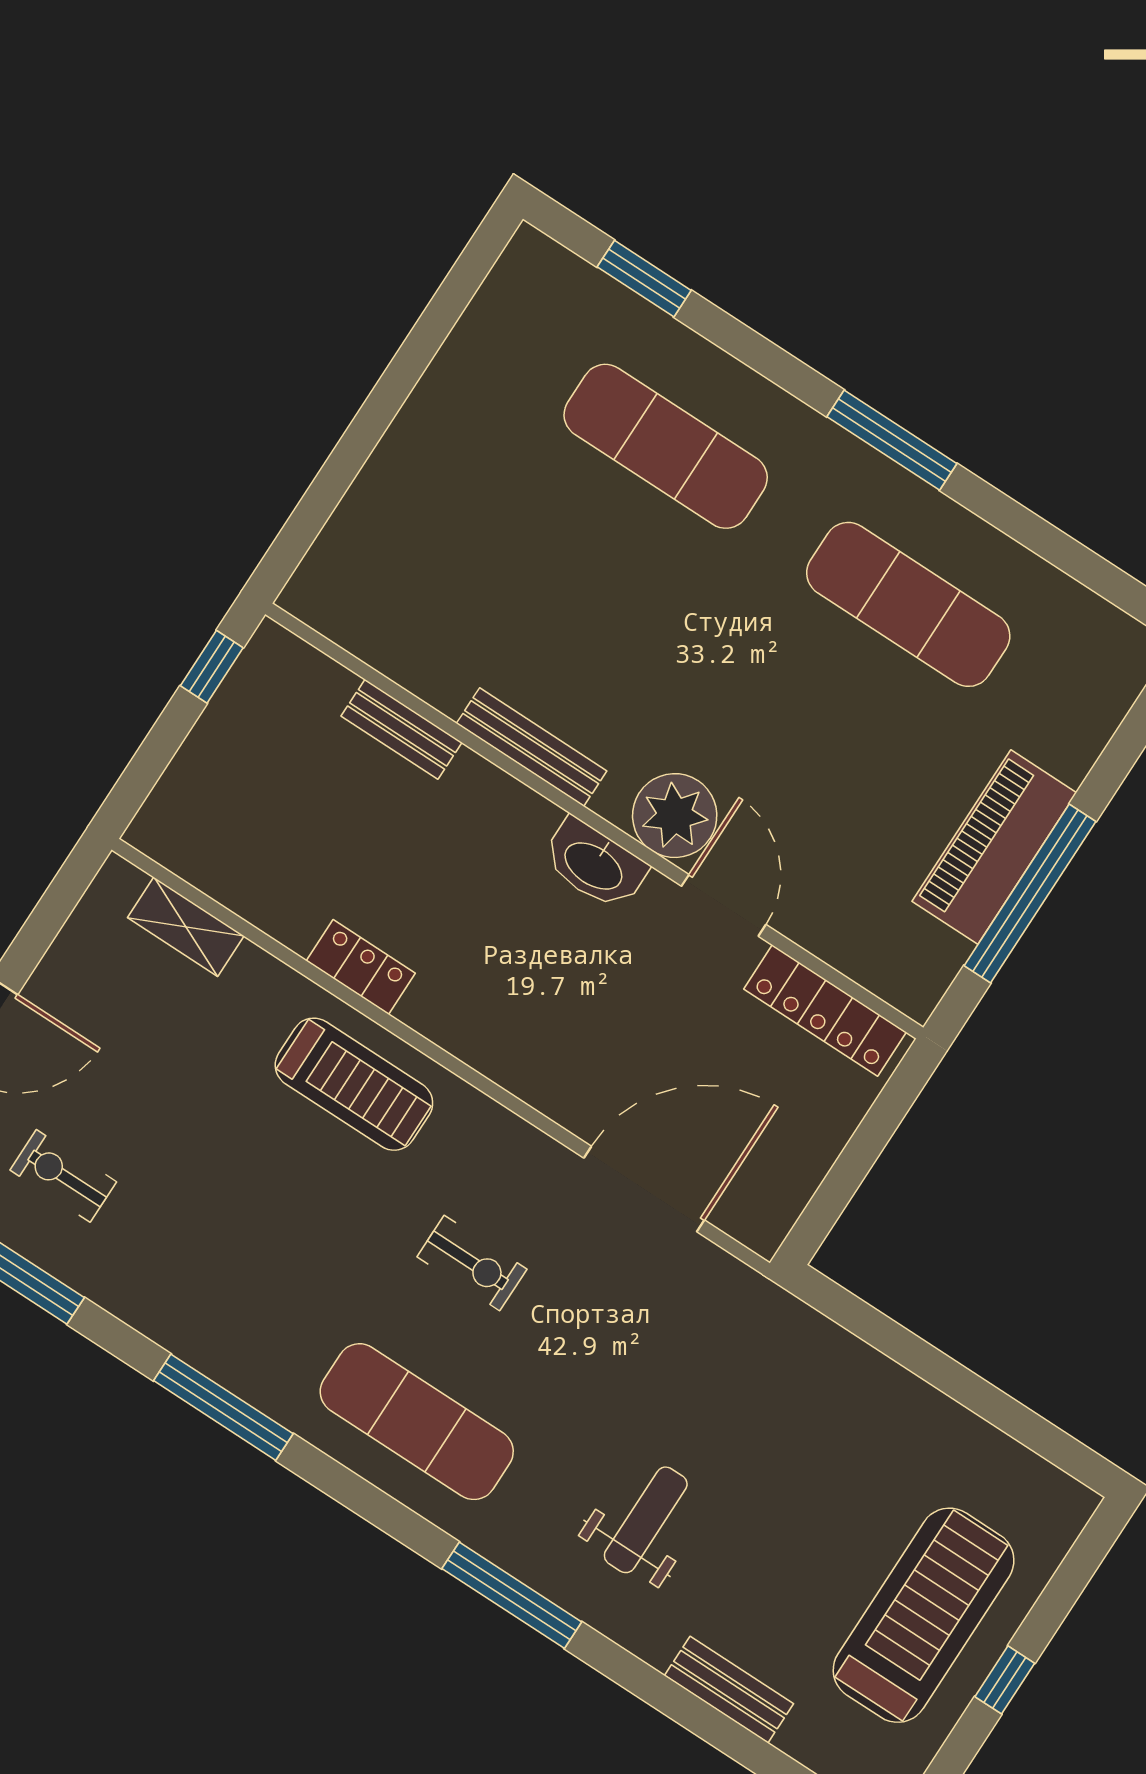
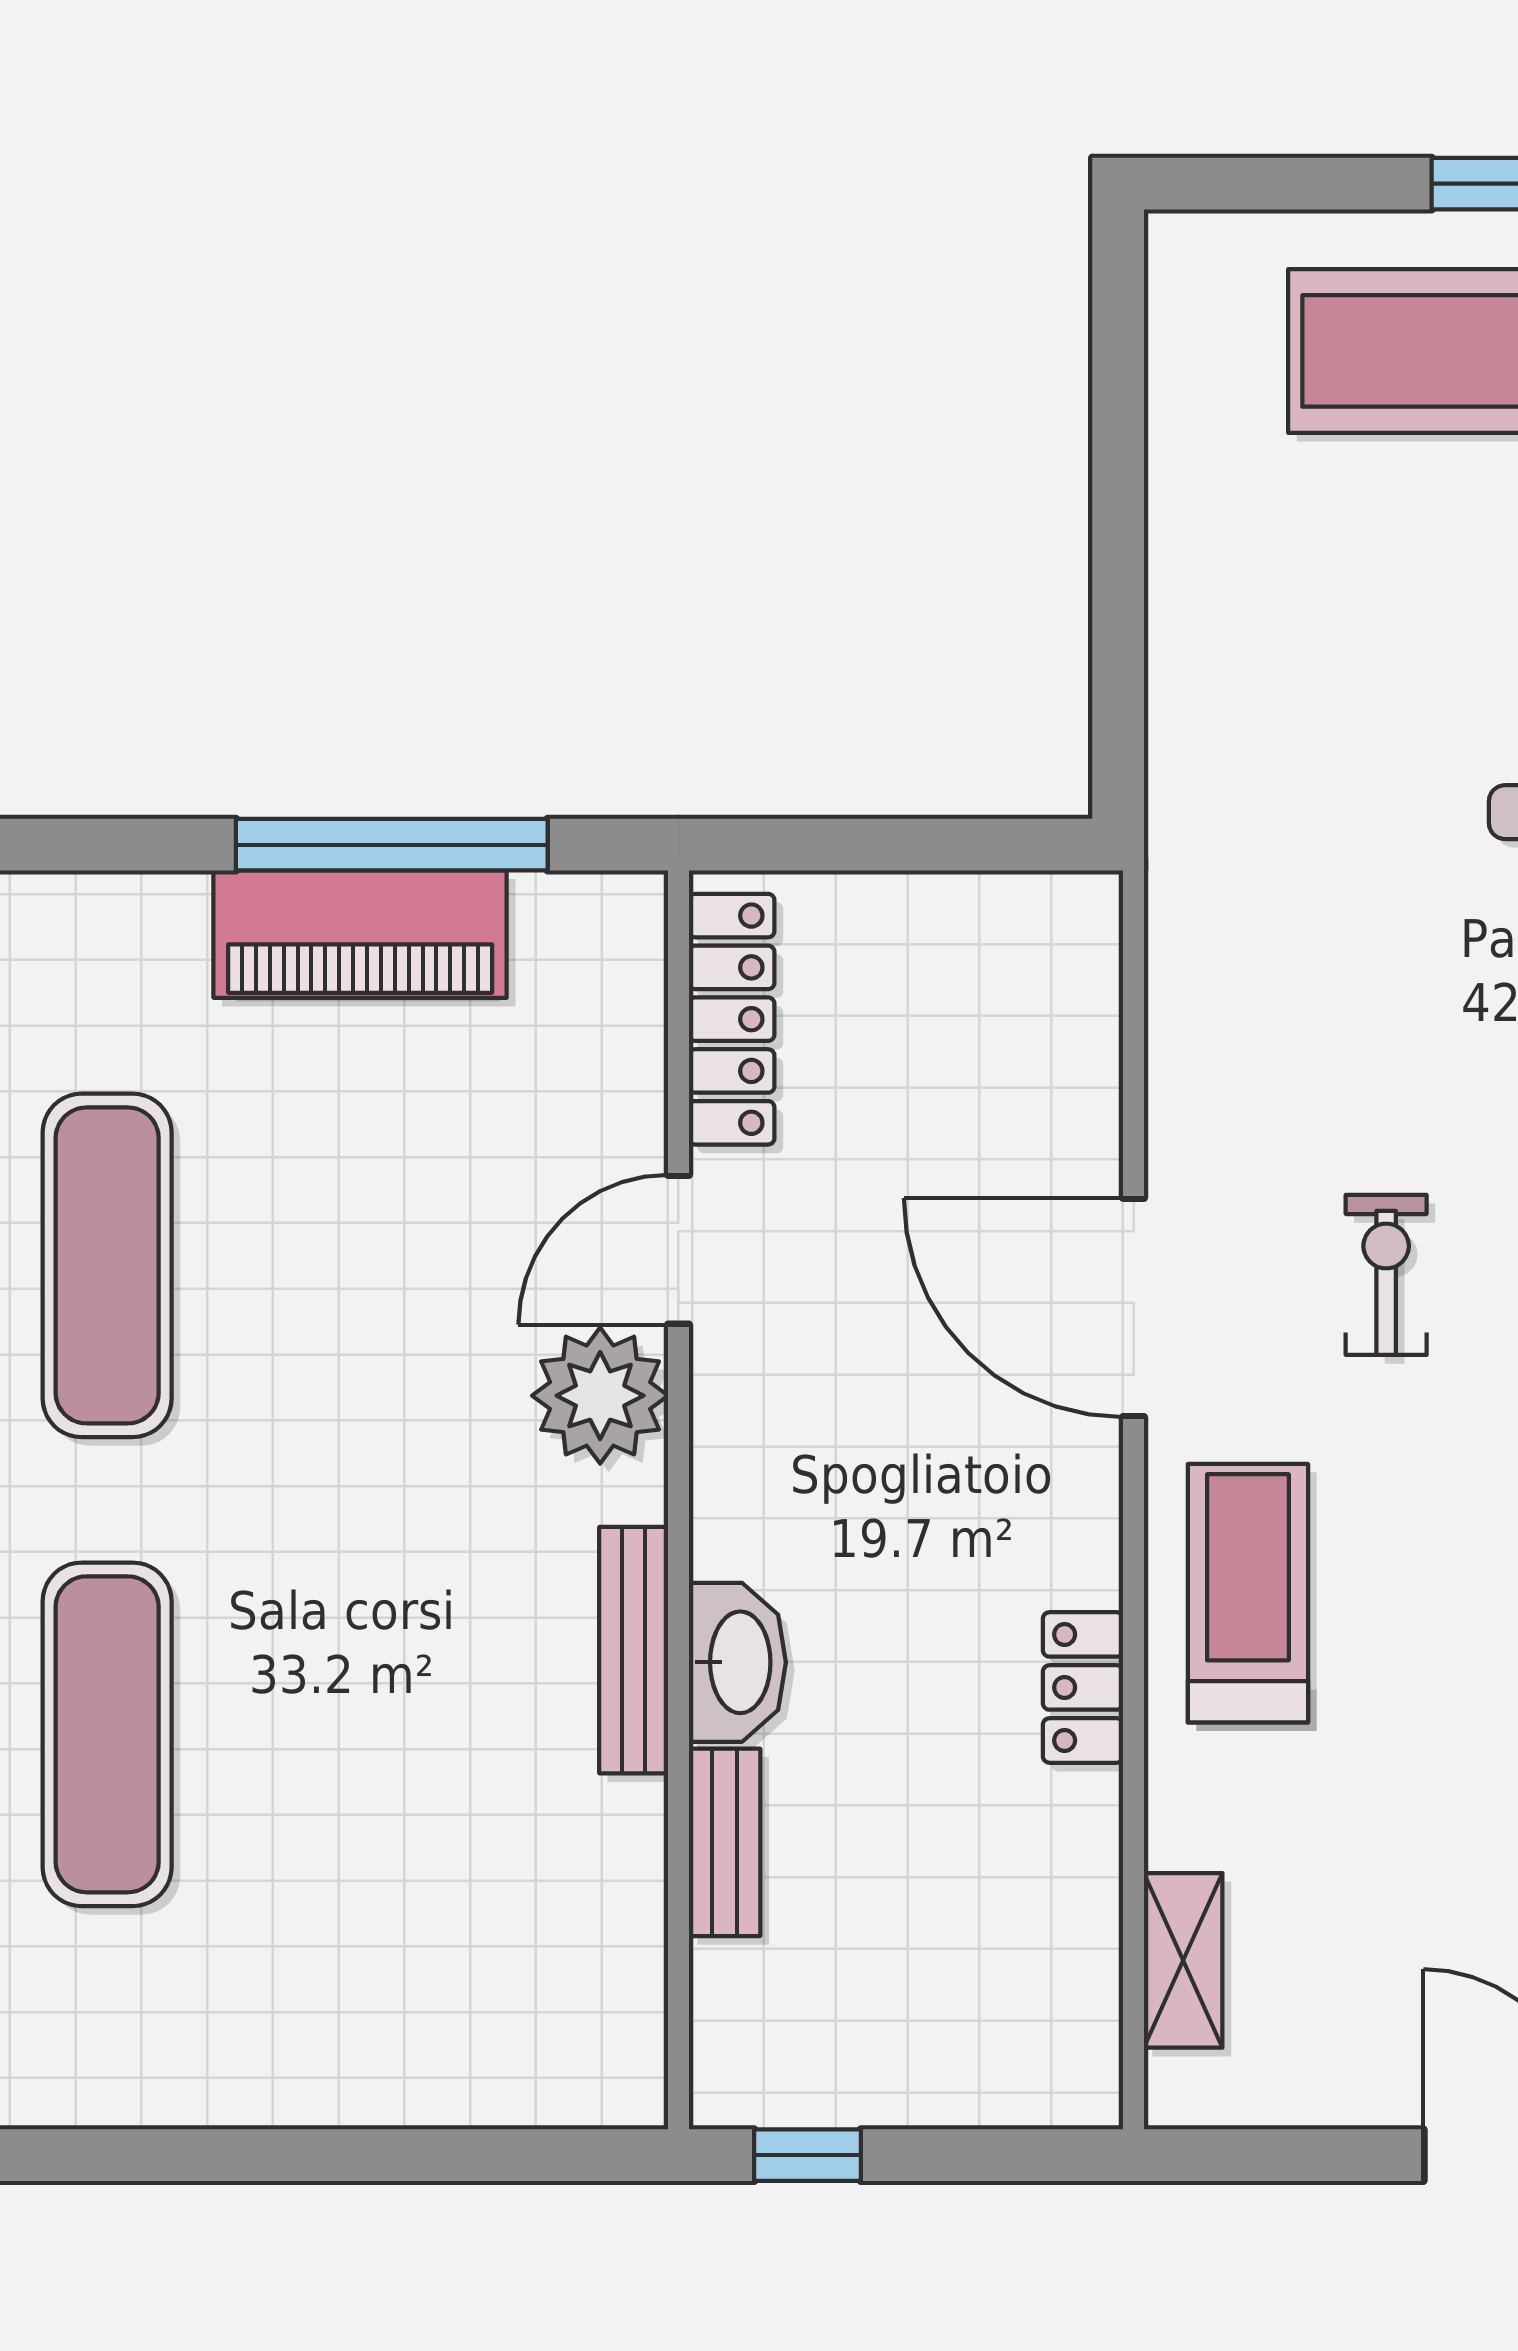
washbasin: (594, 864) -> (737, 1662), moved
door: (644, 1189) -> (1134, 1308), moved

